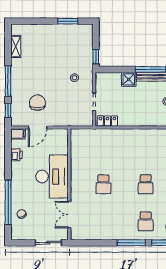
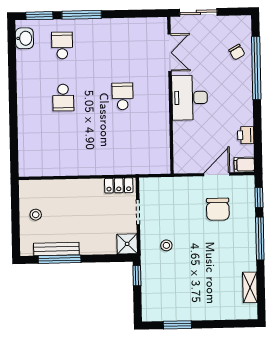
shower: (129, 79) -> (127, 244), moved
desk: (52, 177) -> (190, 98), width x0.73, depth x0.77
school desk: (146, 184) -> (63, 98), turned 180

